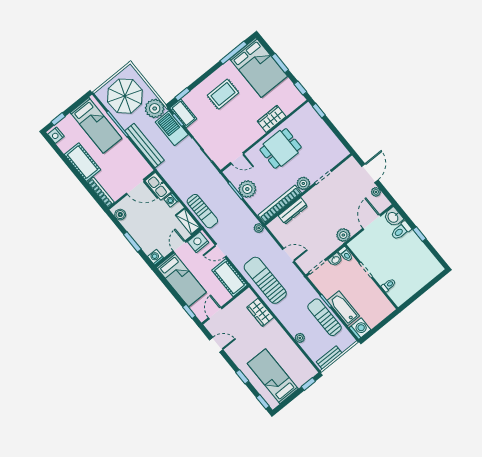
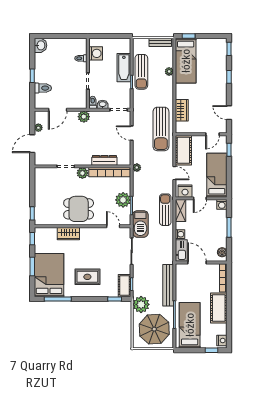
barbecue: (172, 128) -> (140, 224), moved
washbasin: (393, 217) -> (41, 45), moved
washing machine: (360, 329) -> (96, 53), moved, turned 180
bed: (273, 376) -> (186, 61), moved

